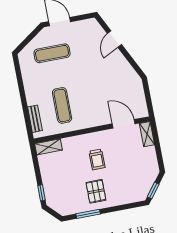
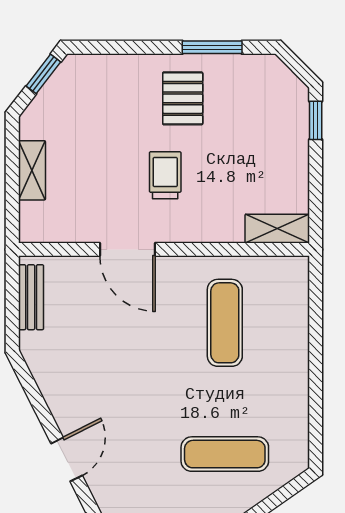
bench: (35, 119) -> (31, 297), moved
door: (124, 124) -> (128, 249), moved
shelving: (147, 134) -> (32, 170), moved

